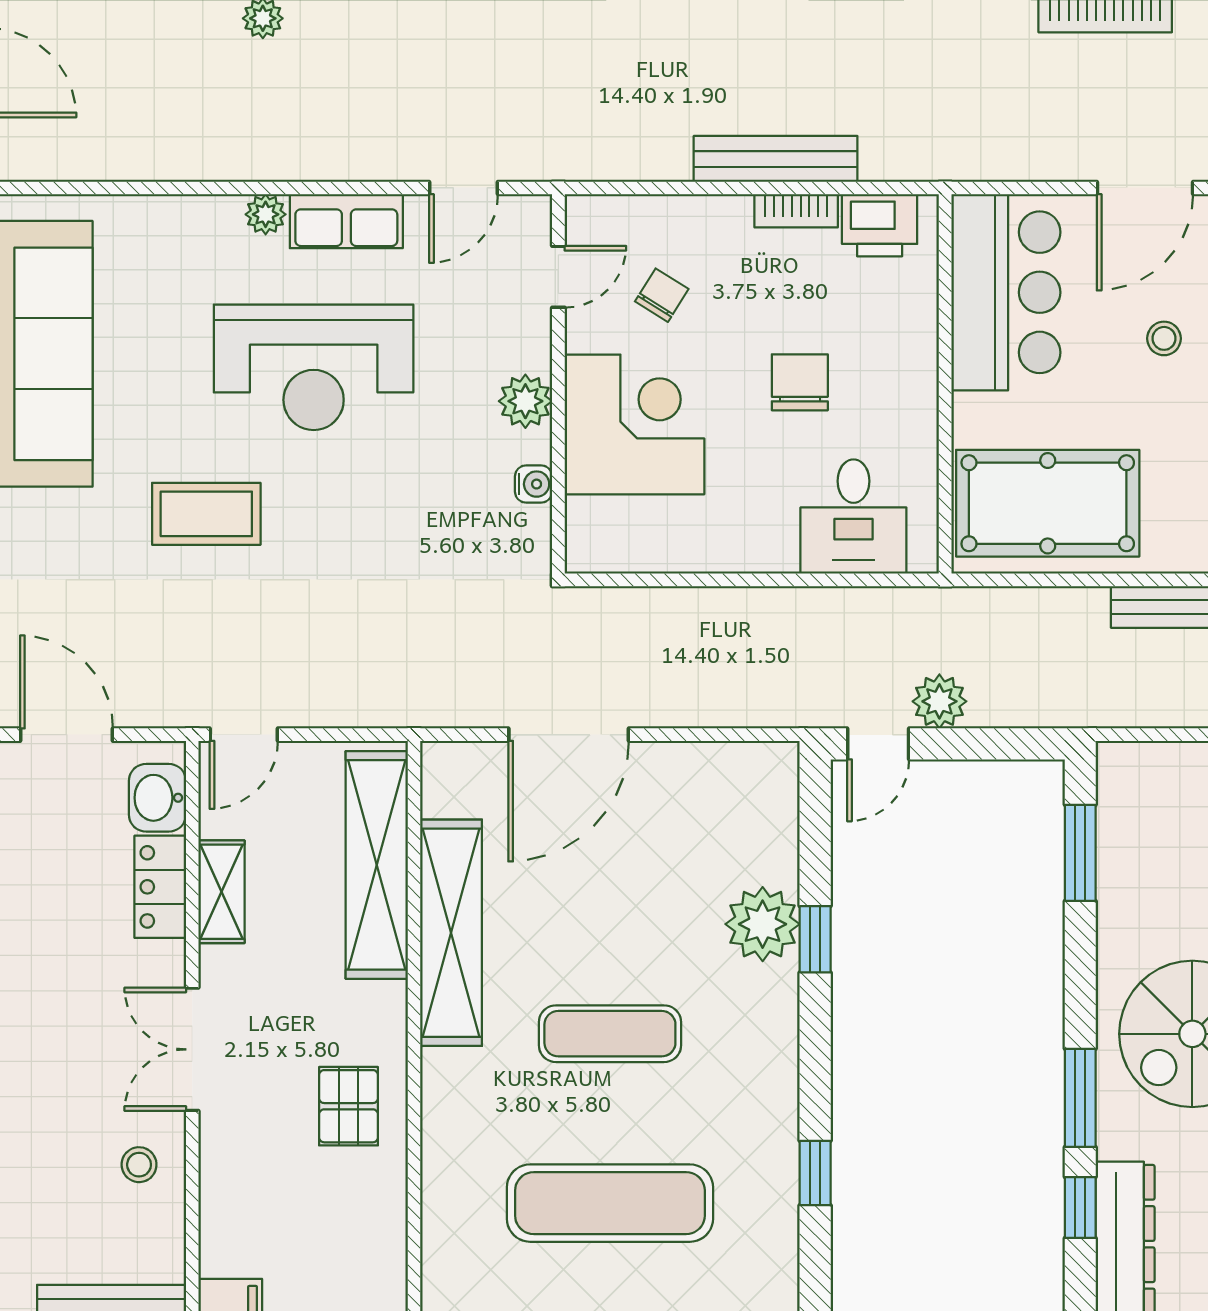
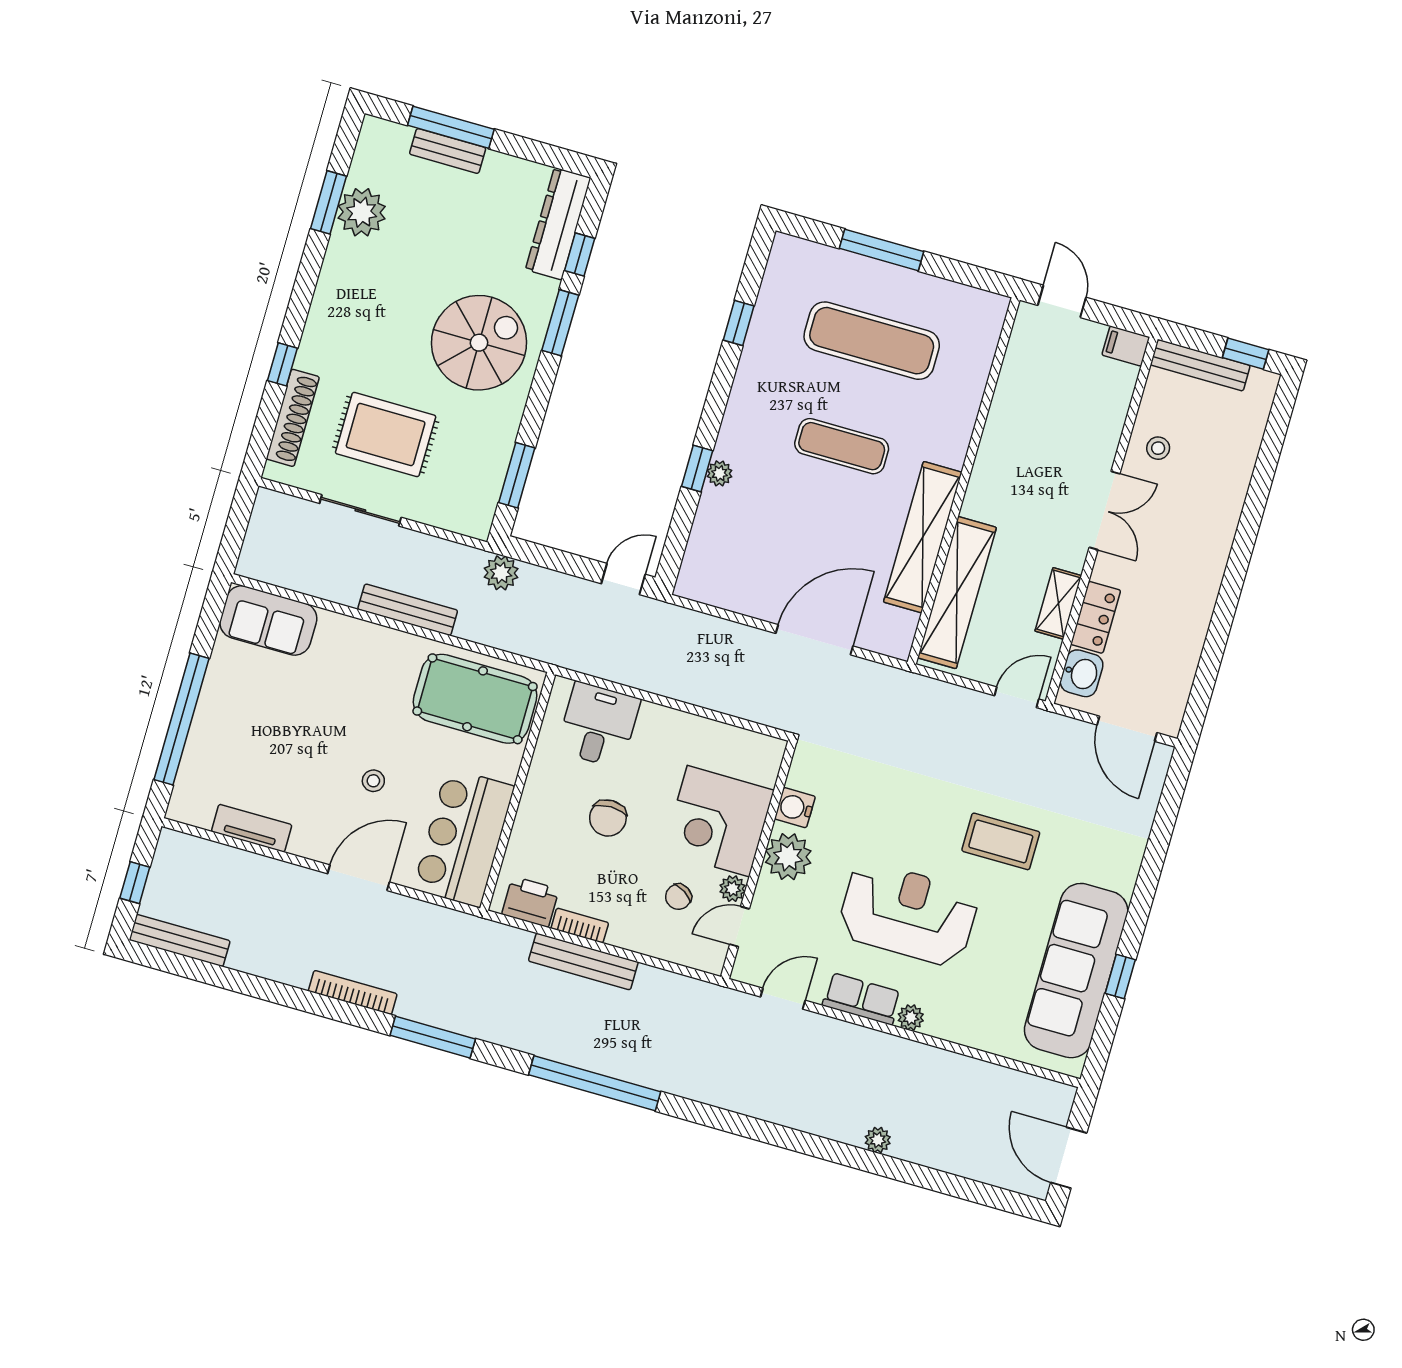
plant: (585, 330) -> (733, 889), added
plant: (525, 401) -> (788, 857), width x1.36, depth x1.36
water cooler: (534, 484) -> (795, 808), width x1.38, depth x1.38
plant: (939, 701) -> (501, 573), moved
plant: (763, 924) -> (720, 473), width x0.53, depth x0.53
pallet: (349, 1106) -> (1017, 447), removed

